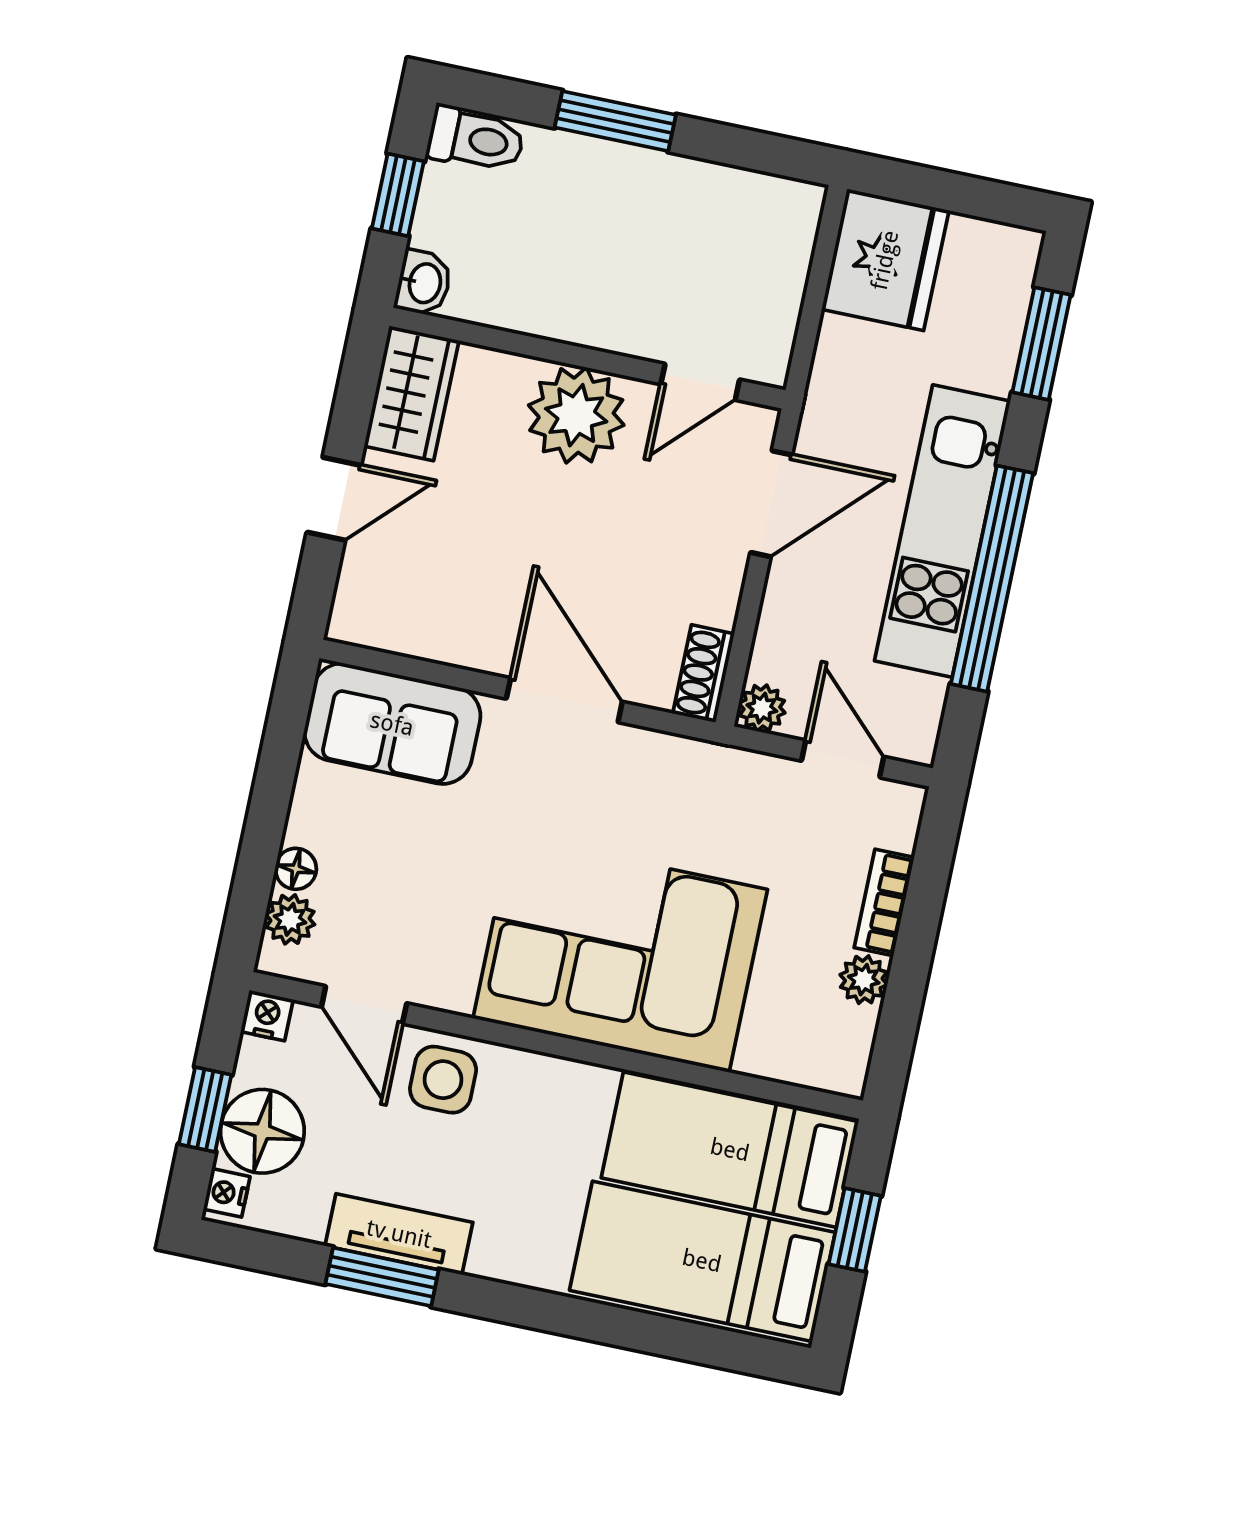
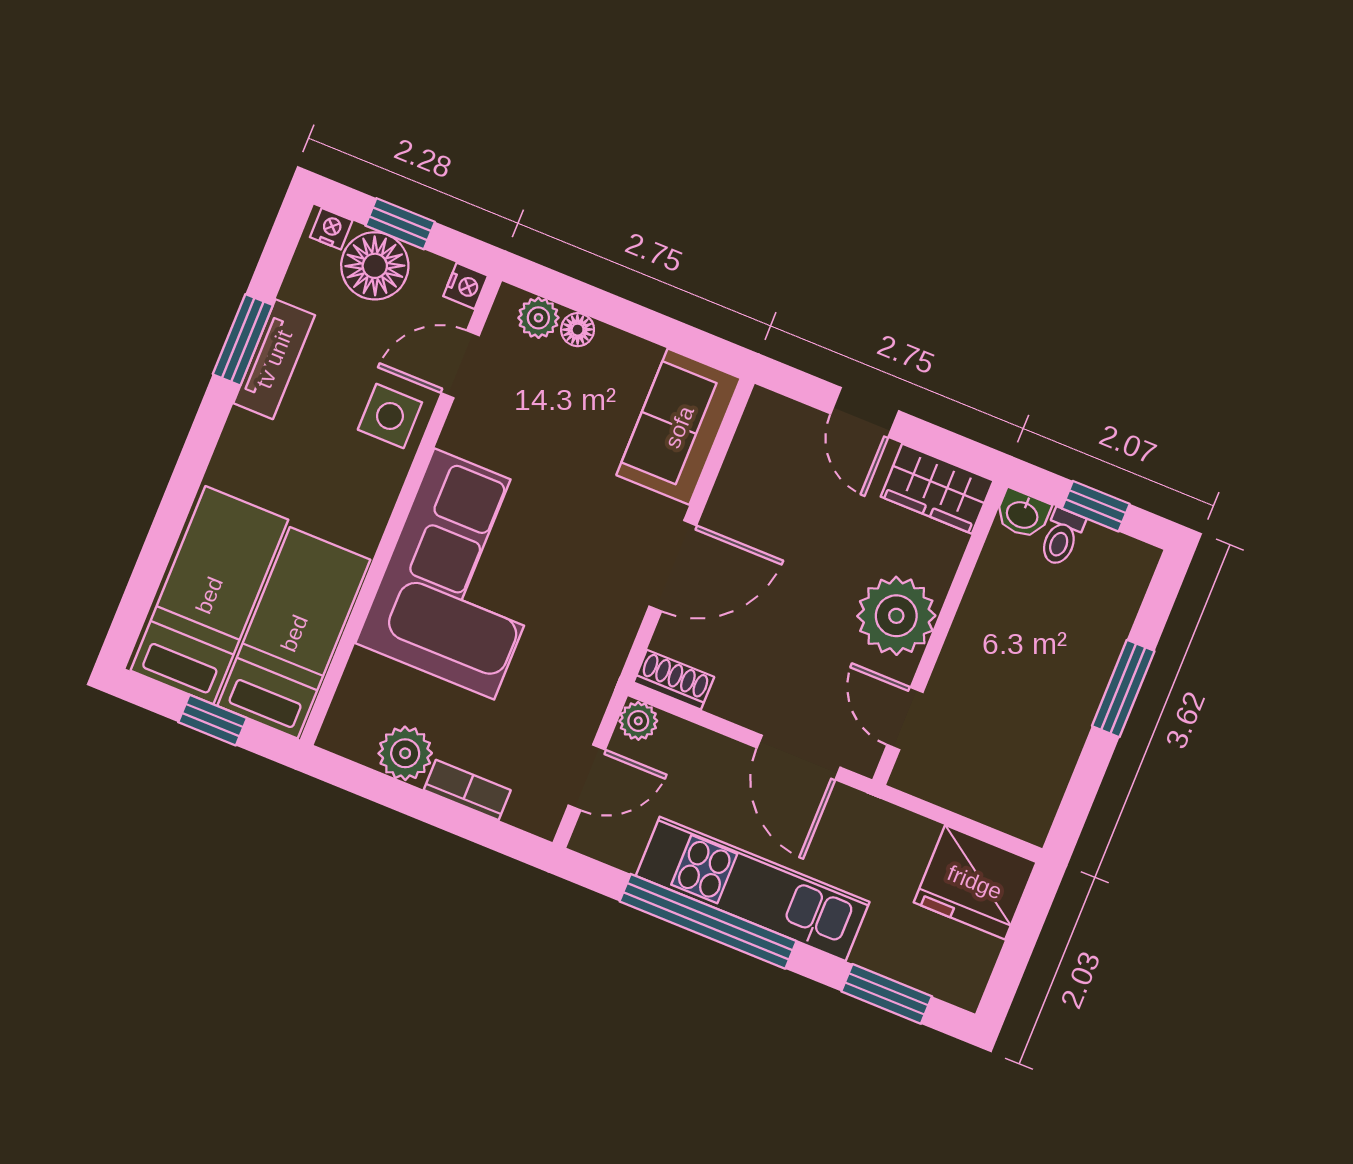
toilet: (476, 139) -> (1061, 537), moved, width x0.73, depth x0.72
plant: (864, 980) -> (405, 753), width x1.38, depth x1.38

